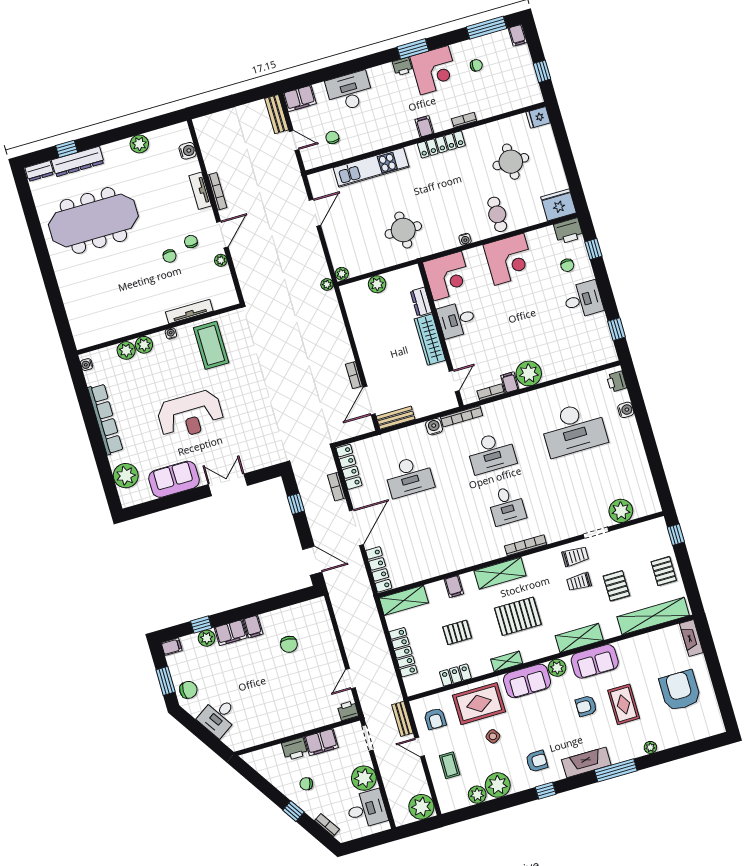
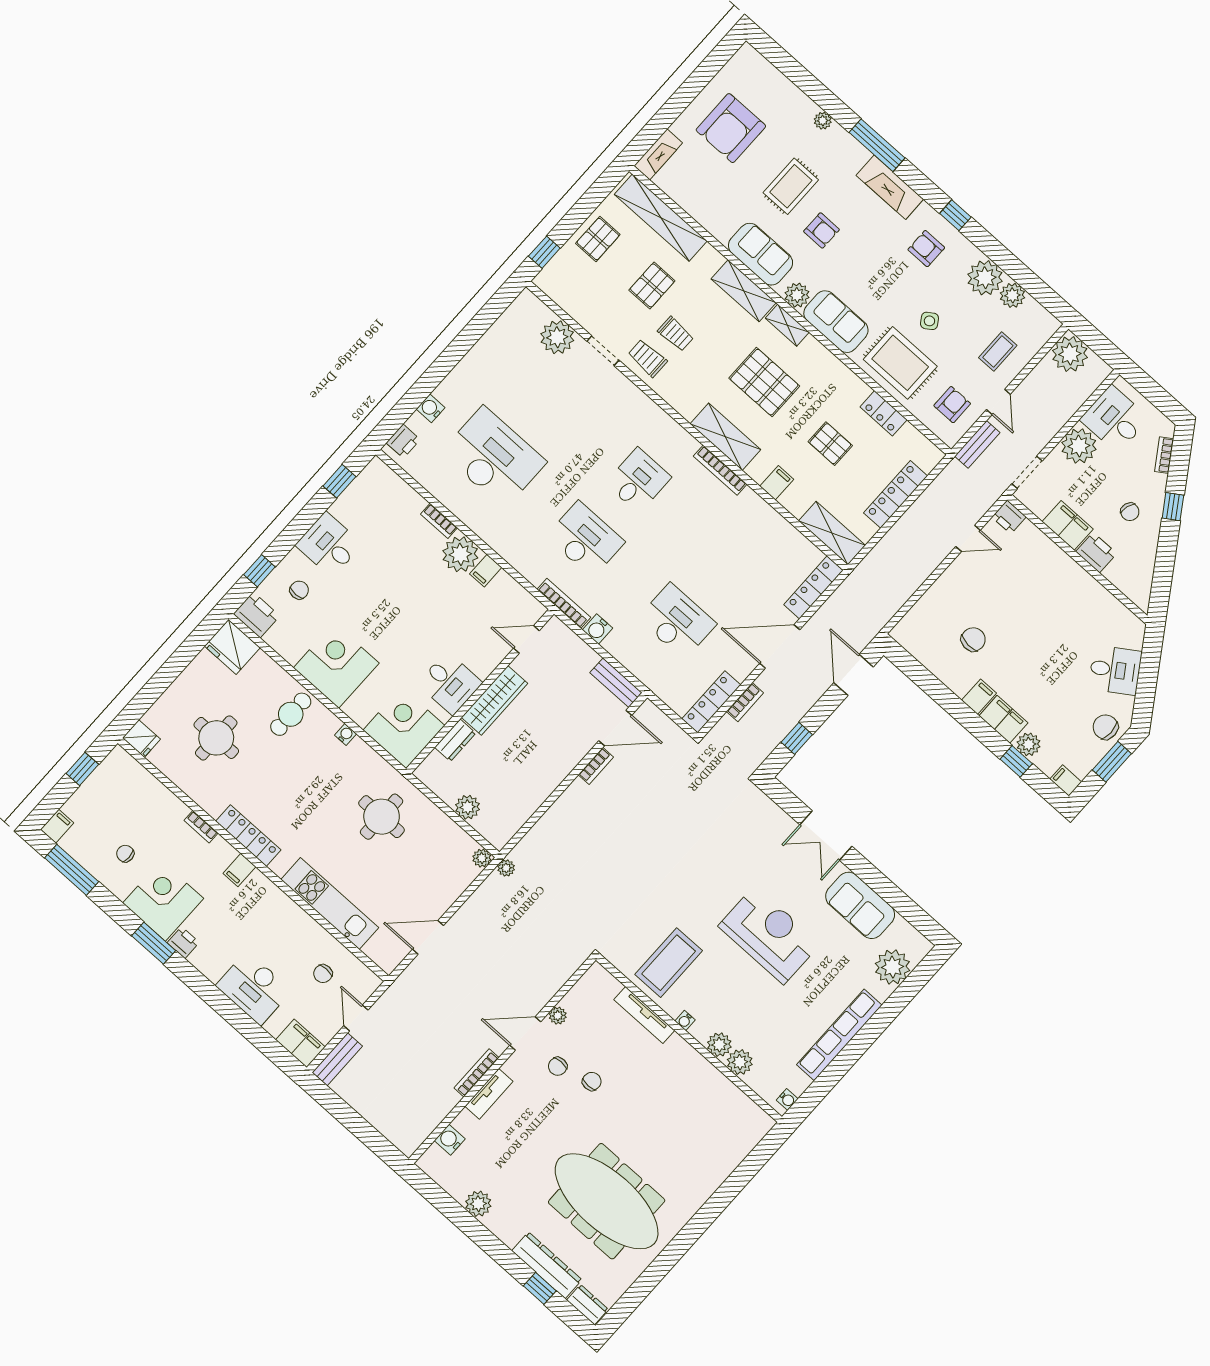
bookcase: (491, 392) -> (439, 521), moved
bookcase: (526, 545) -> (720, 470), moved
shelving: (507, 661) -> (787, 325), moved

